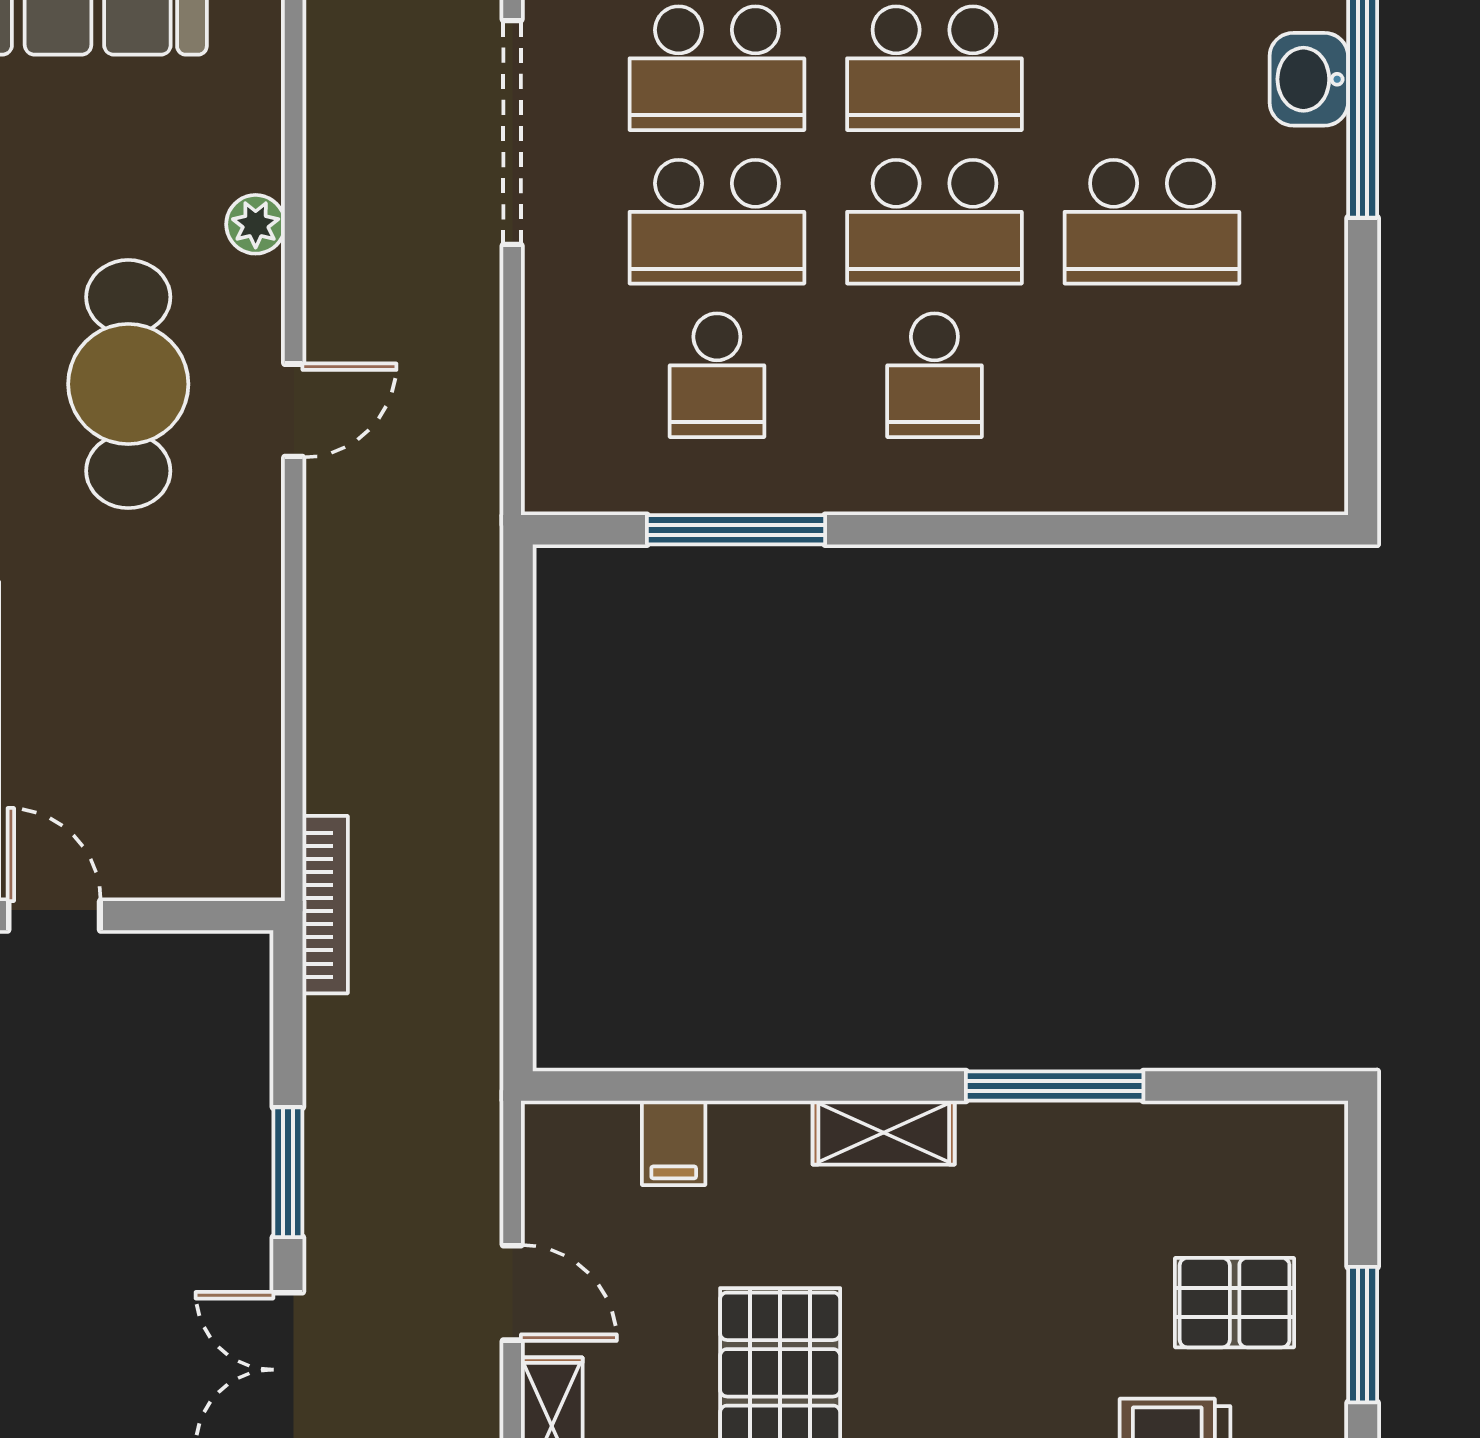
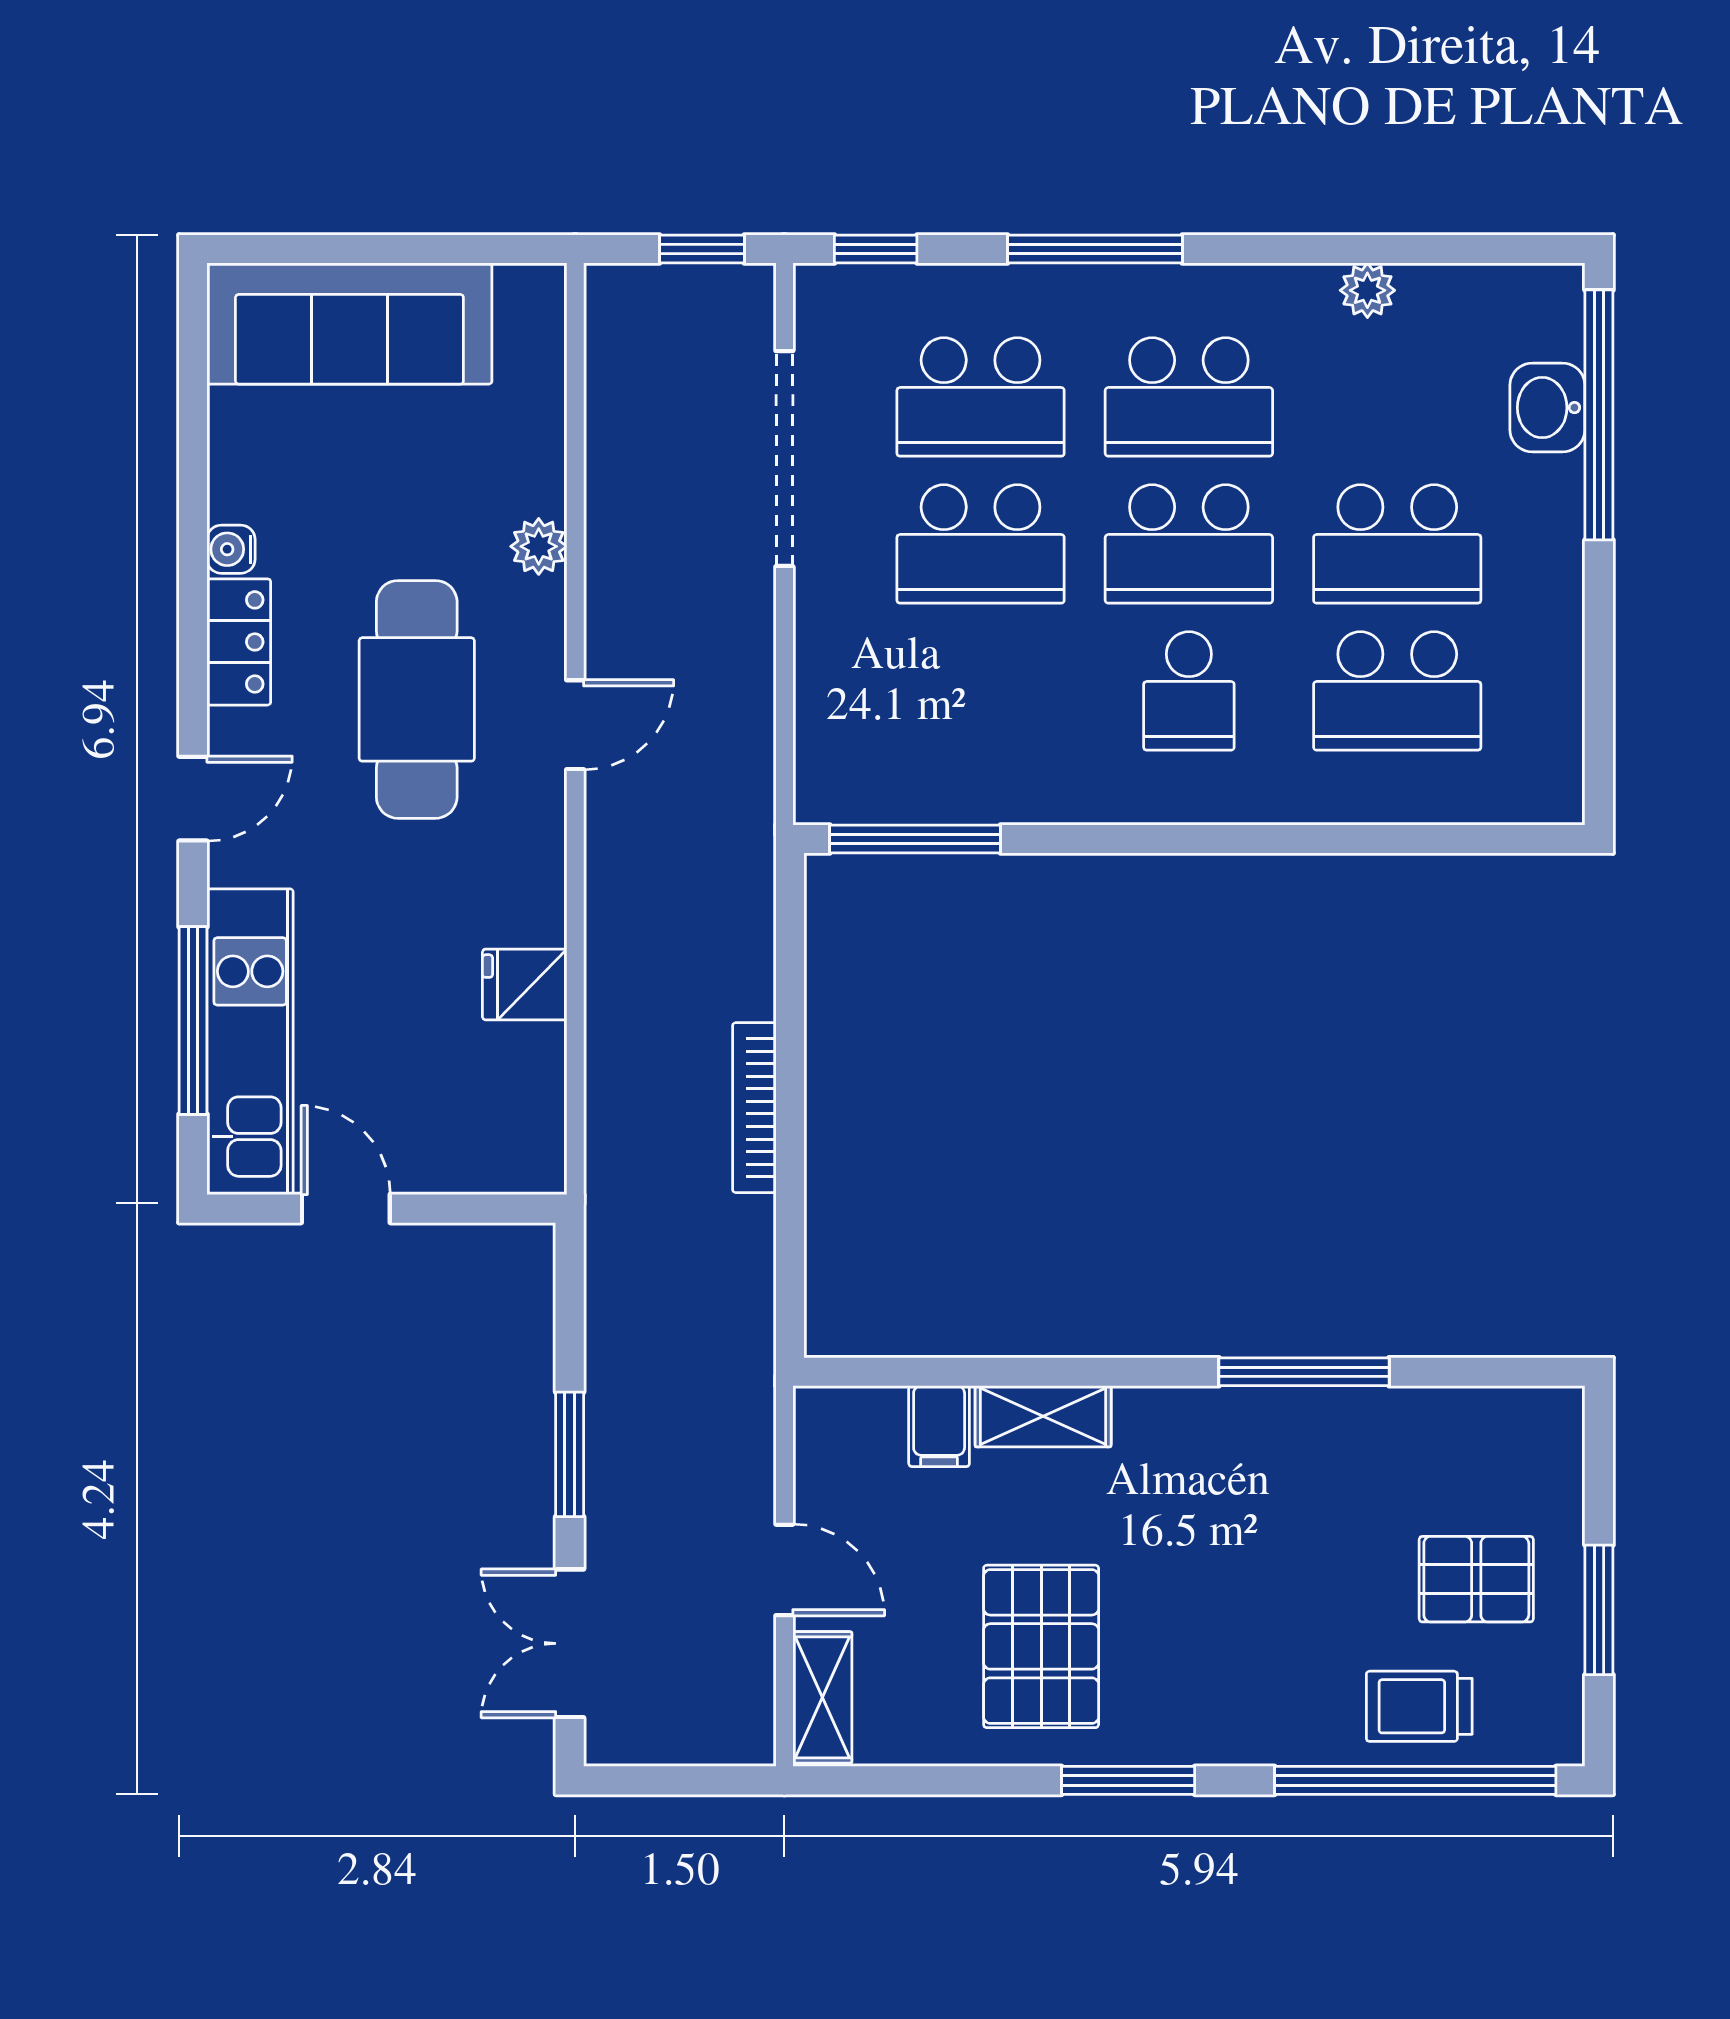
school desk: (717, 375) -> (1397, 691), moved, width x1.85
window: (736, 530) -> (915, 839), moved
fridge: (241, 682) -> (525, 984), added
bookcase: (325, 905) -> (754, 1108), moved, turned 180
shelving: (884, 1133) -> (1043, 1416), moved

